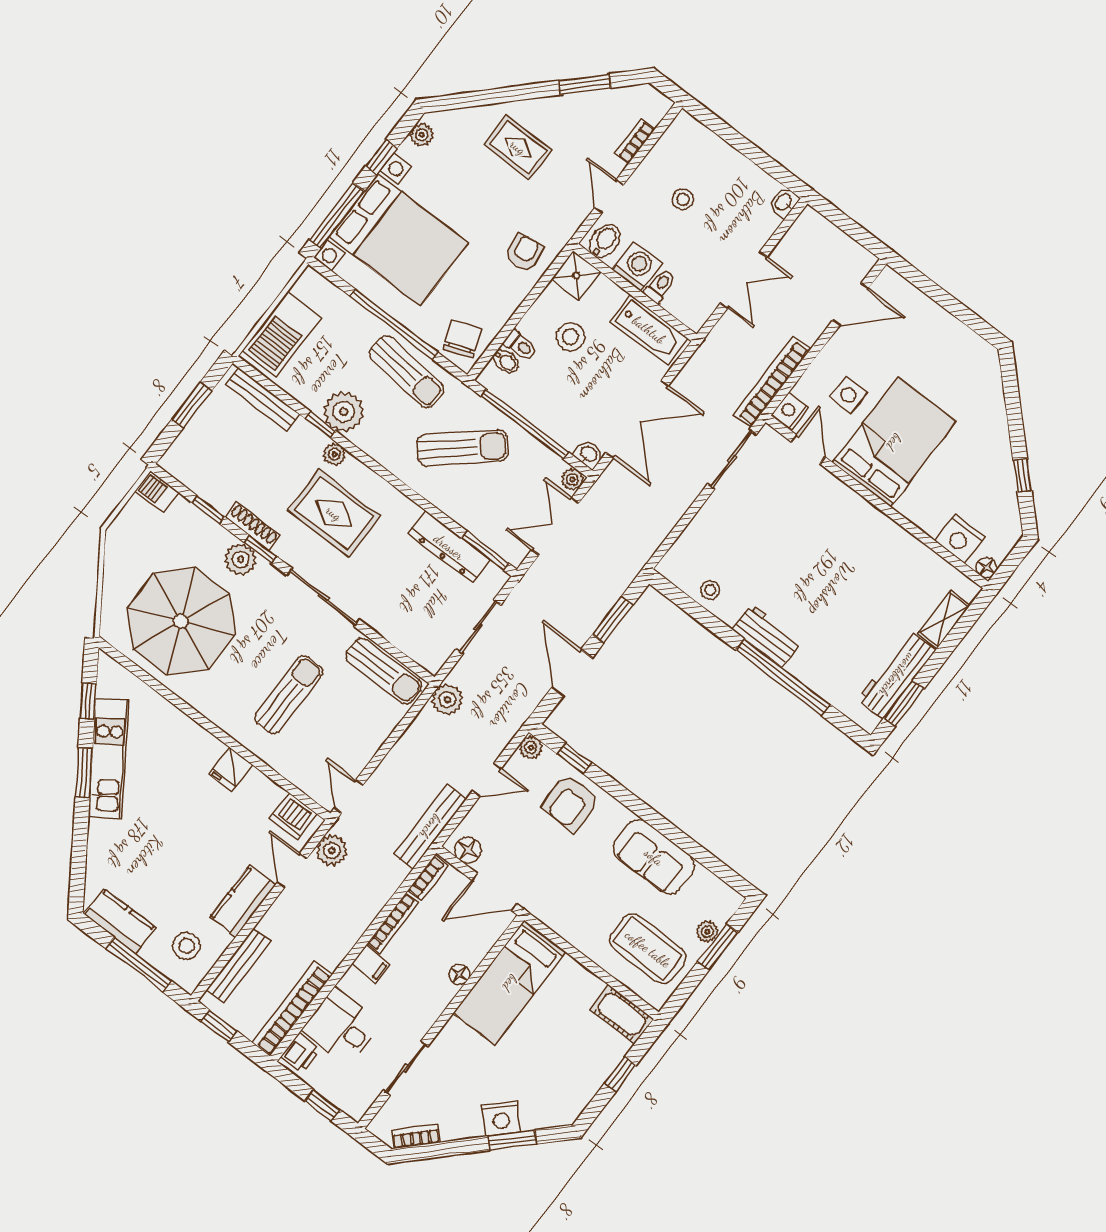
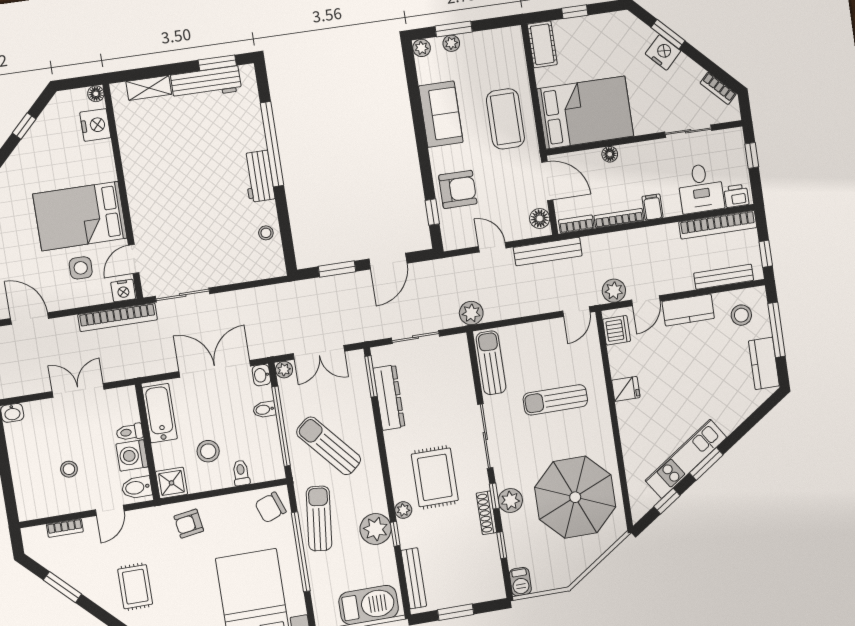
bidet: (506, 361) -> (264, 409), moved, turned -90
plant: (531, 748) -> (422, 48), moved
coffee table: (648, 949) -> (505, 119), moved
bed: (510, 983) -> (585, 113), width x1.50

